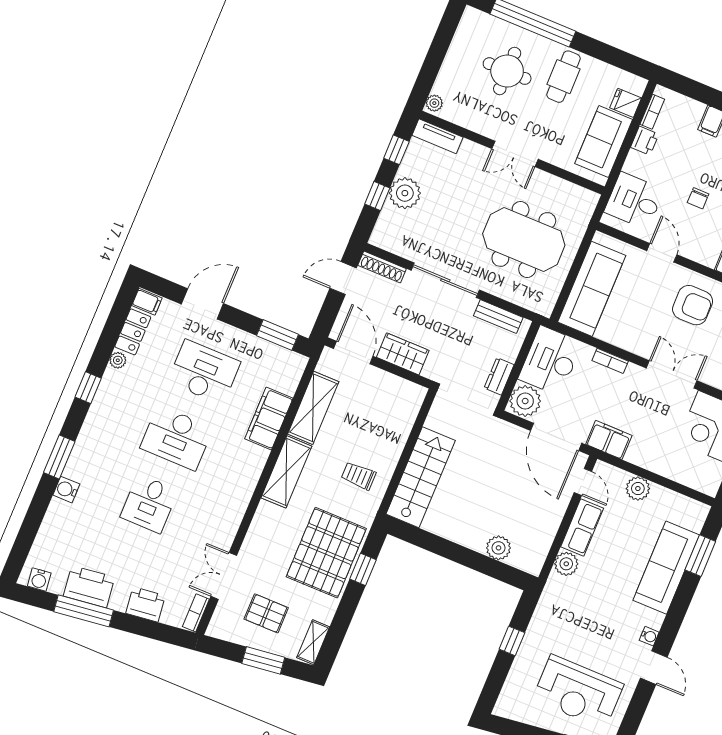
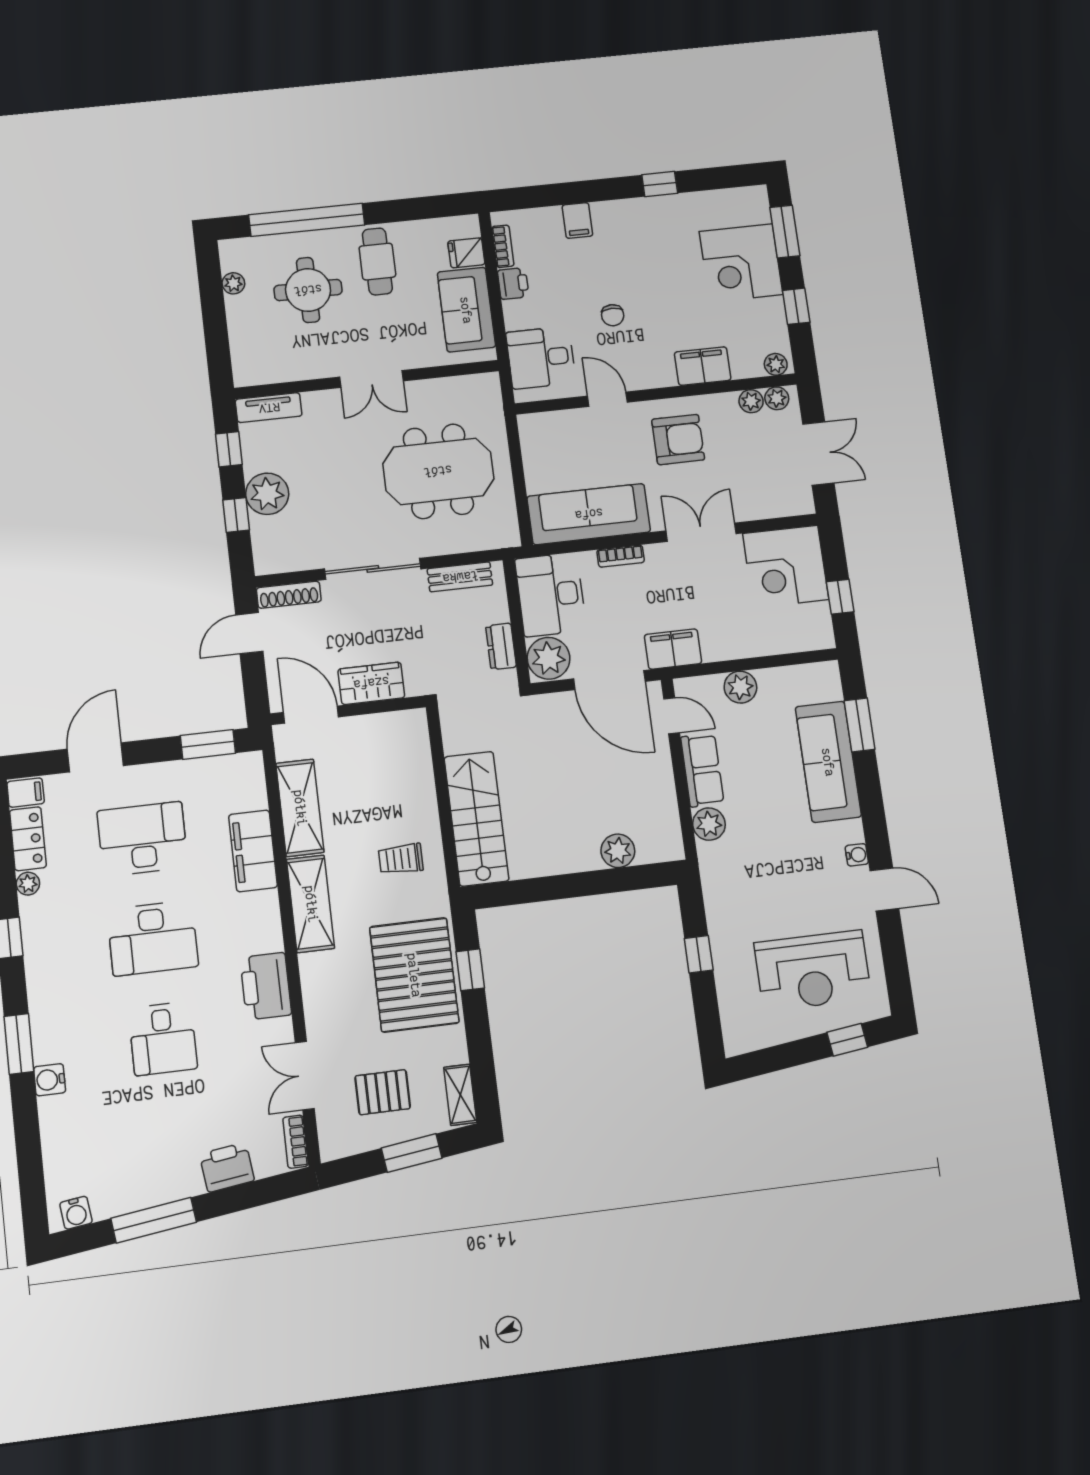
plant: (434, 103) -> (233, 283), moved
sofa: (592, 289) -> (589, 514), moved, turned -90
printer: (89, 587) -> (266, 986), moved, turned -83

